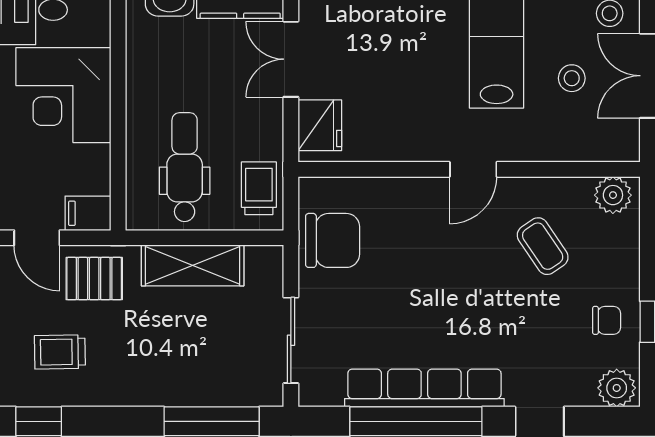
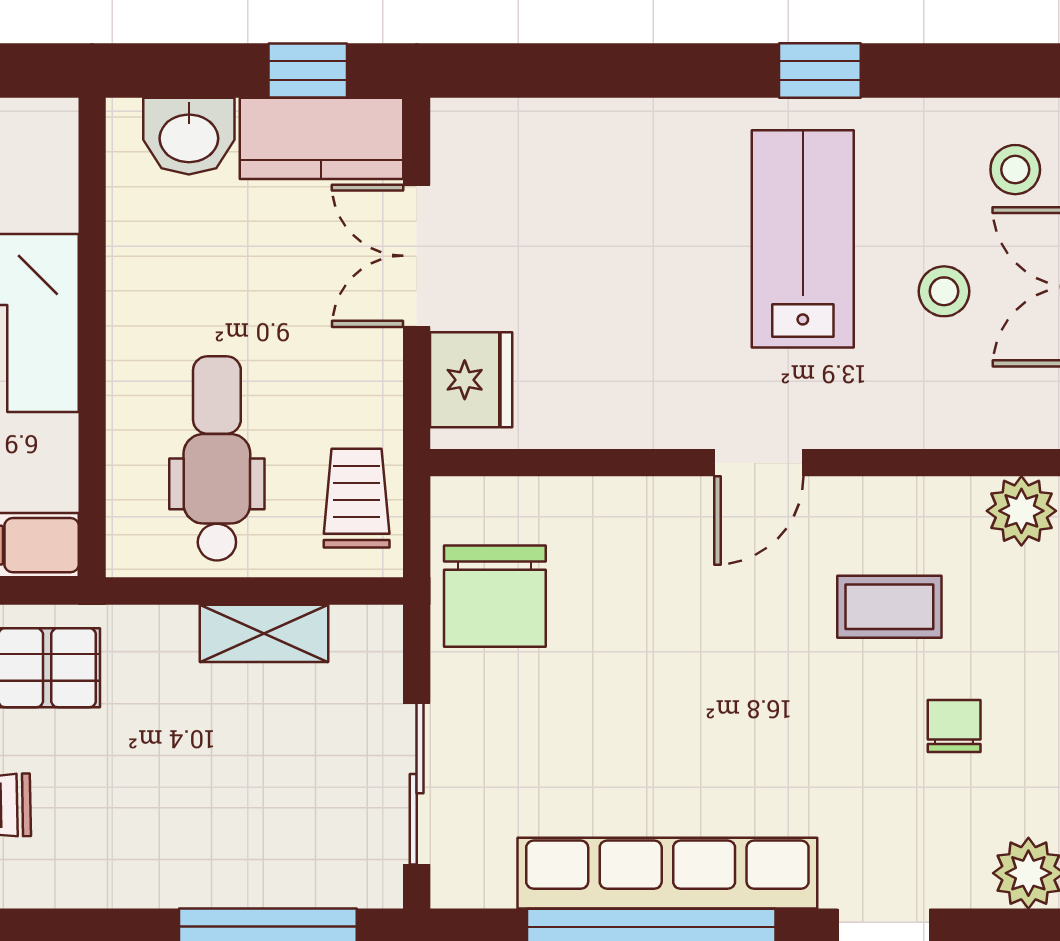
chair: (333, 240) -> (495, 596), turned 90
coffee table: (543, 246) -> (889, 607), turned -56
shelving: (193, 265) -> (264, 633), width x0.67, depth x0.75
chair: (607, 320) -> (954, 726), moved, turned -90

